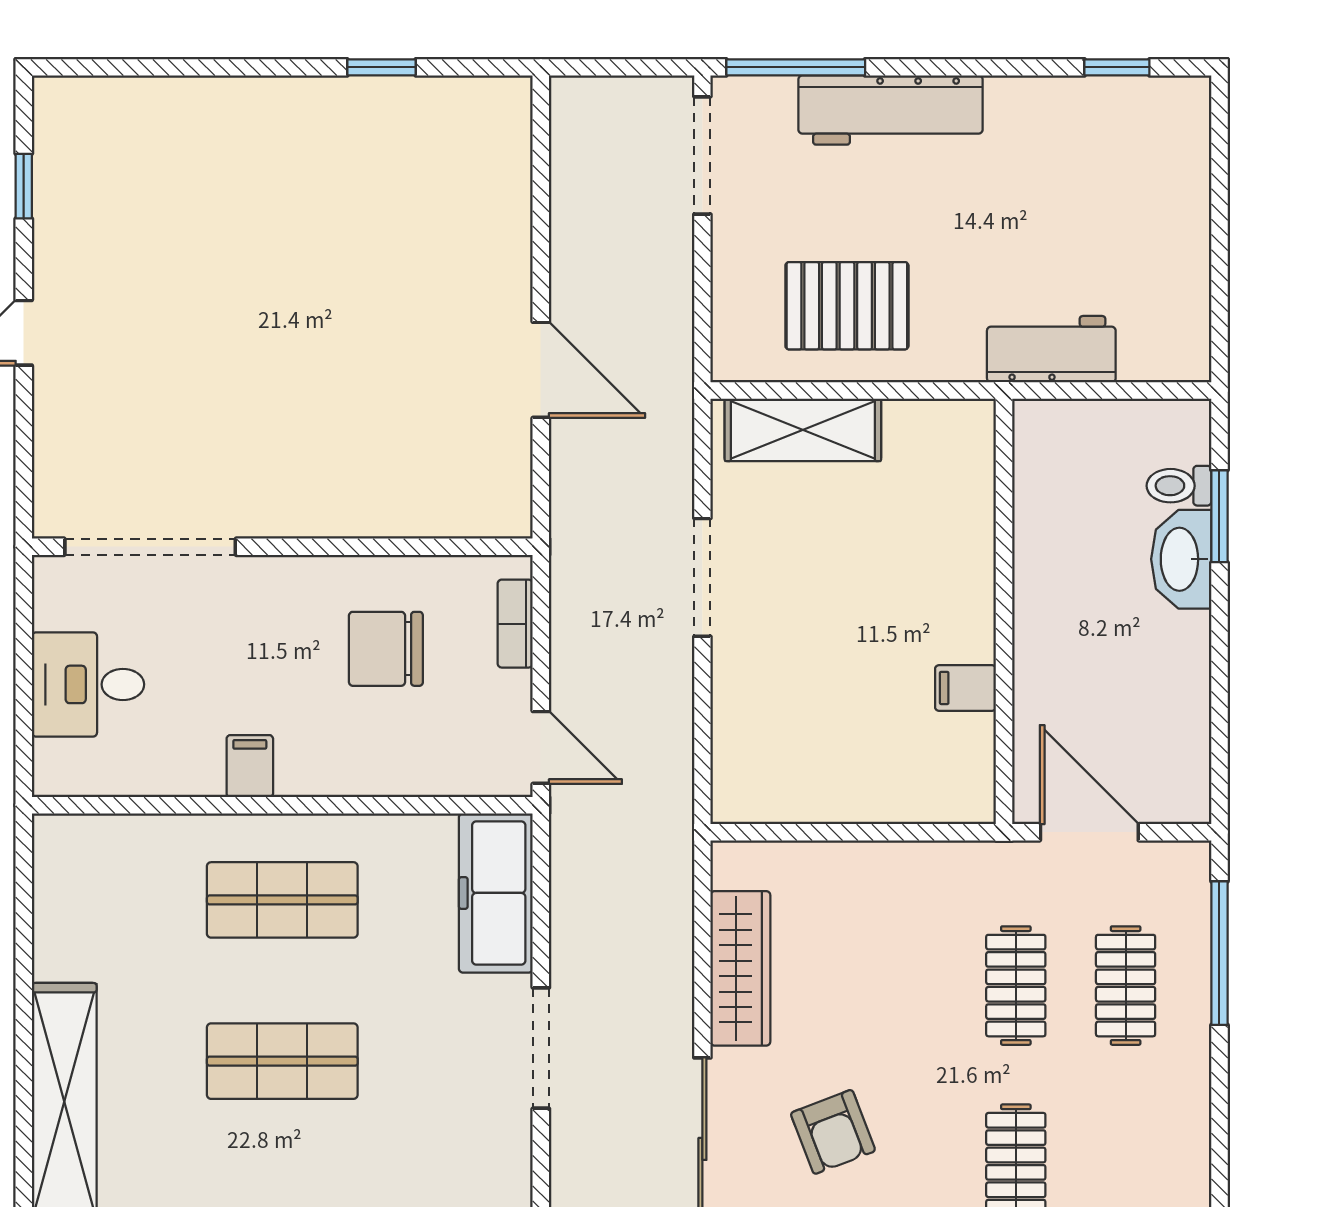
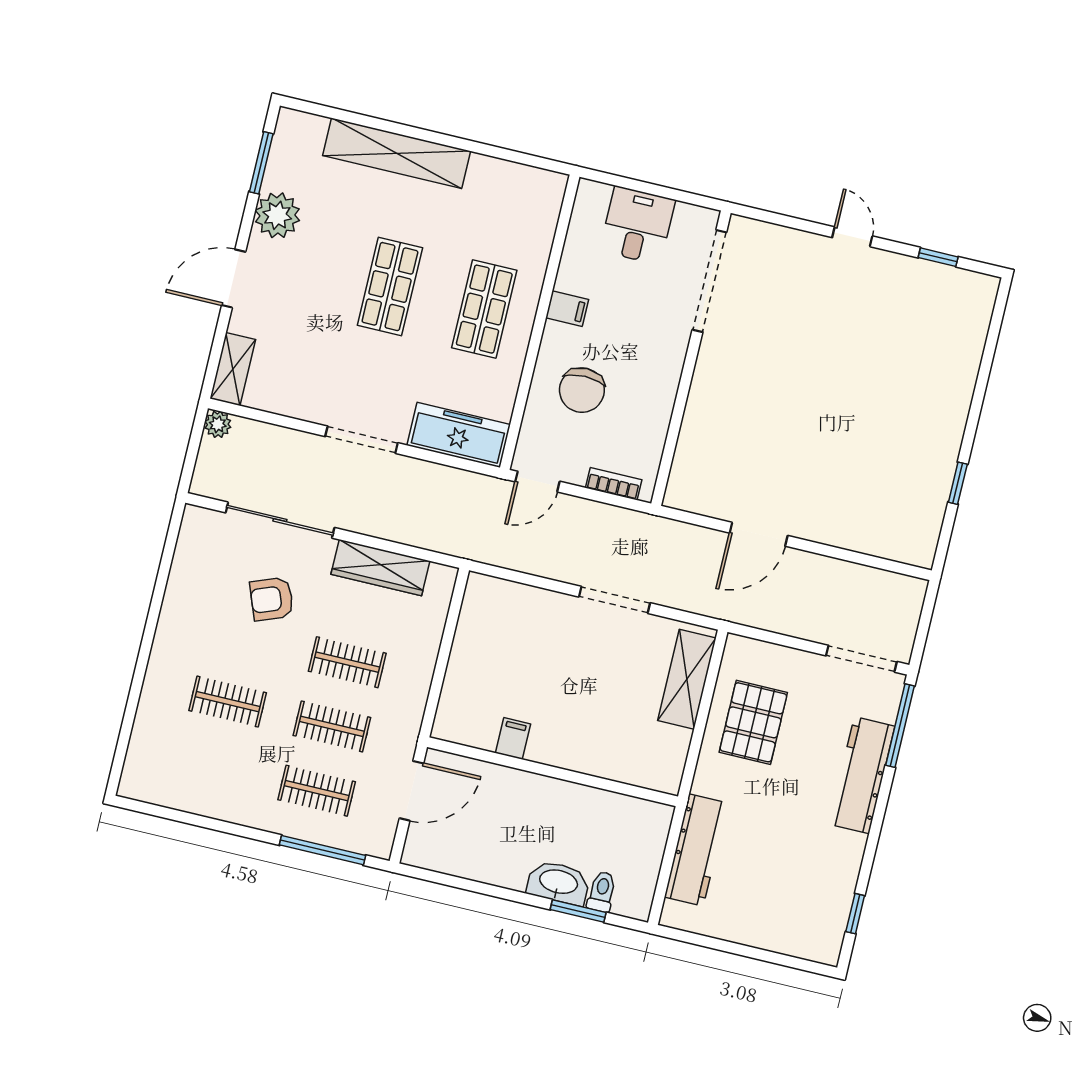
workbench: (1051, 349) -> (696, 850), width x1.38
chair: (386, 649) -> (582, 390), moved, turned 180
clothes rail: (906, 986) -> (347, 662), added

